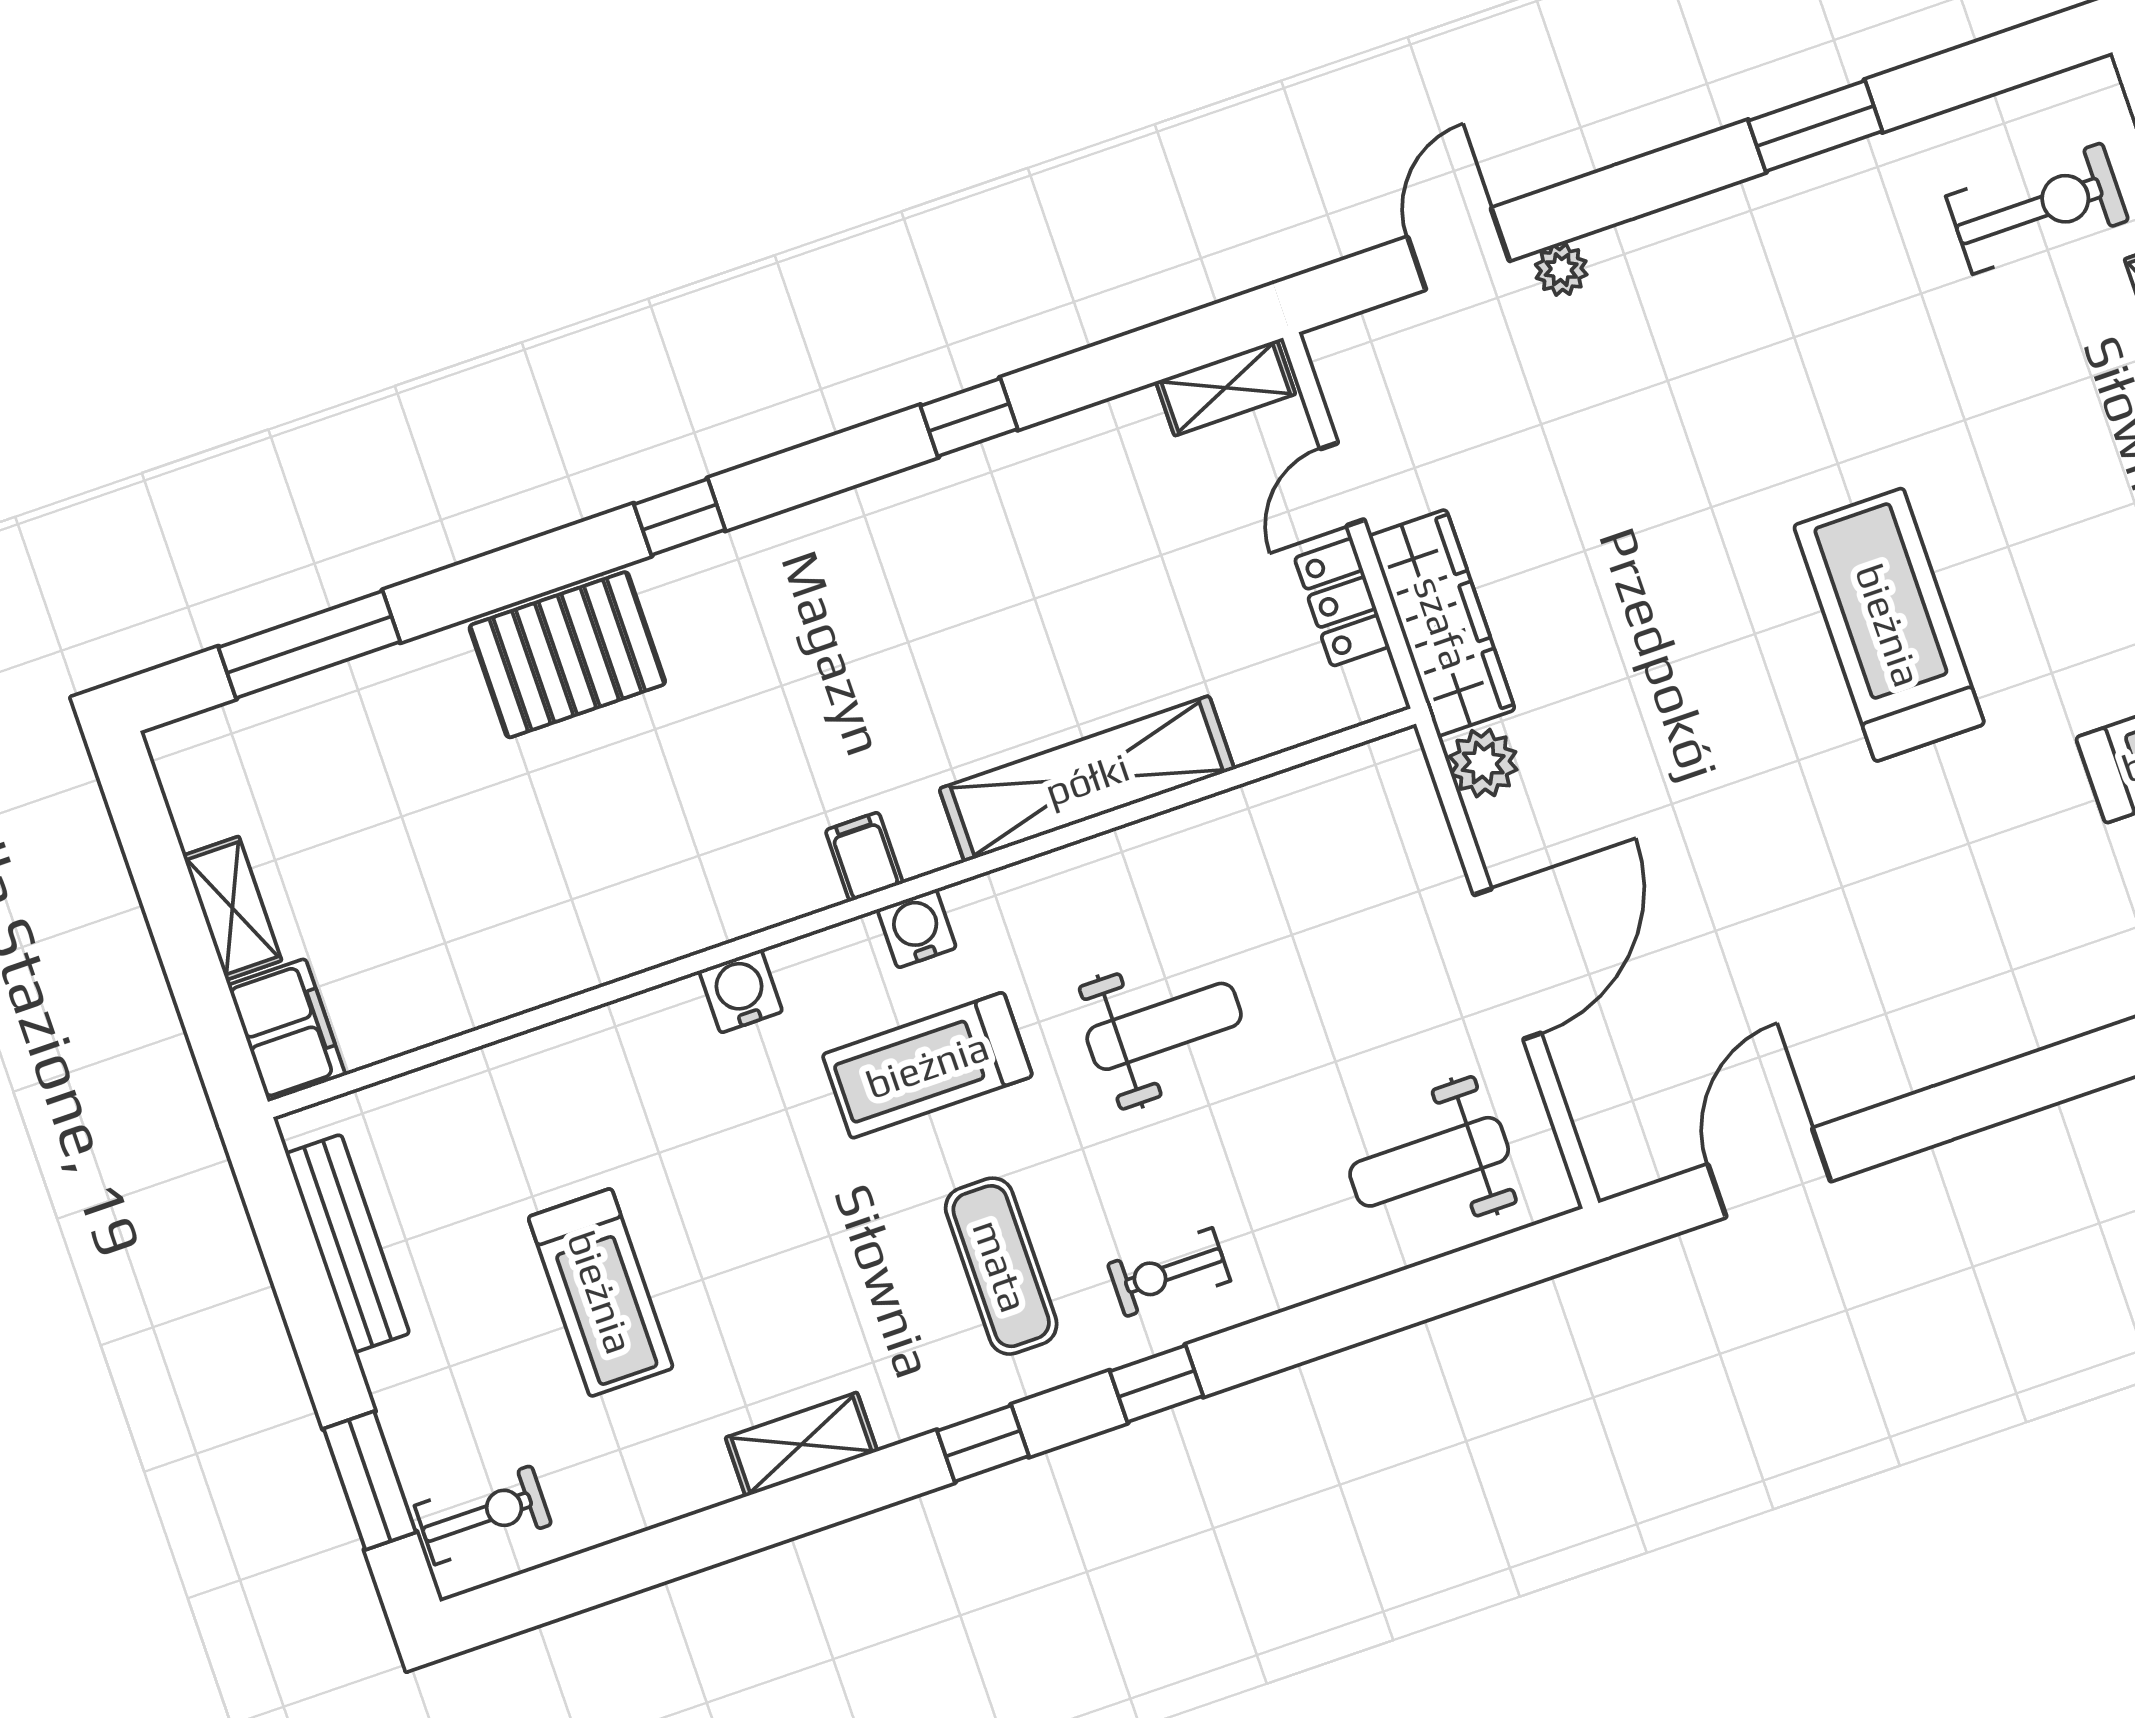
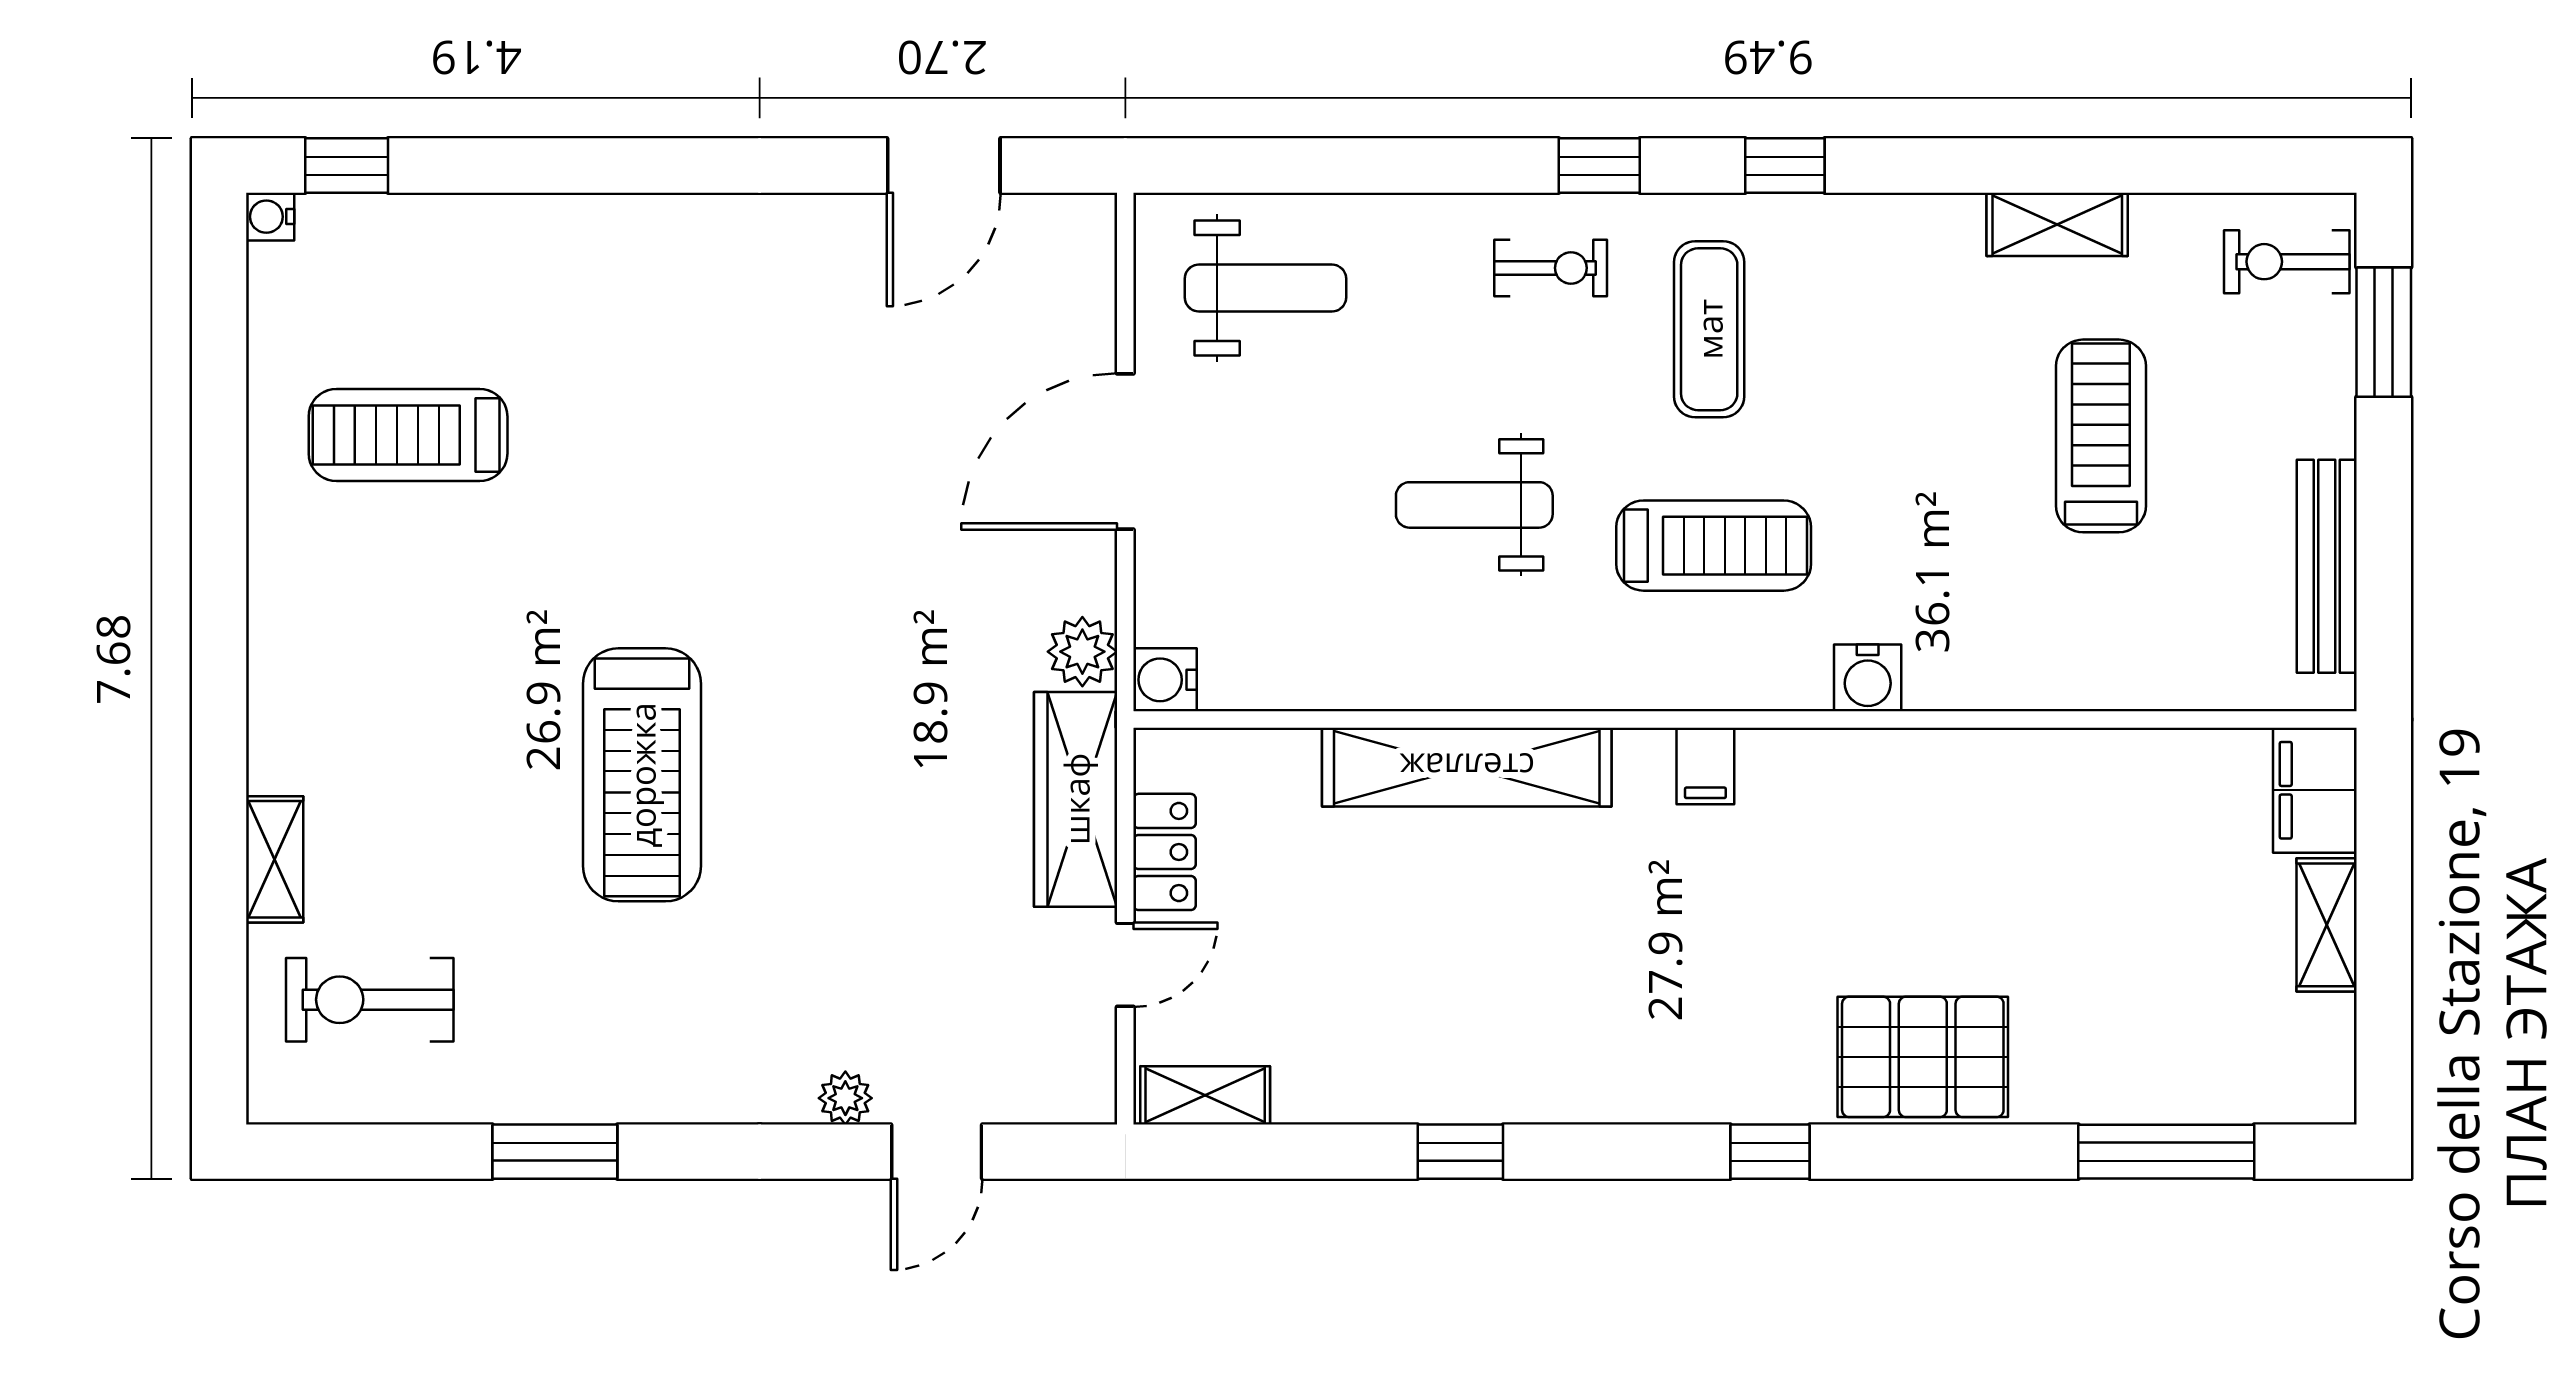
treadmill: (1889, 625) -> (642, 775), moved
water cooler: (917, 929) -> (1165, 680), moved, turned 90
shelving: (801, 1444) -> (2057, 224), moved

